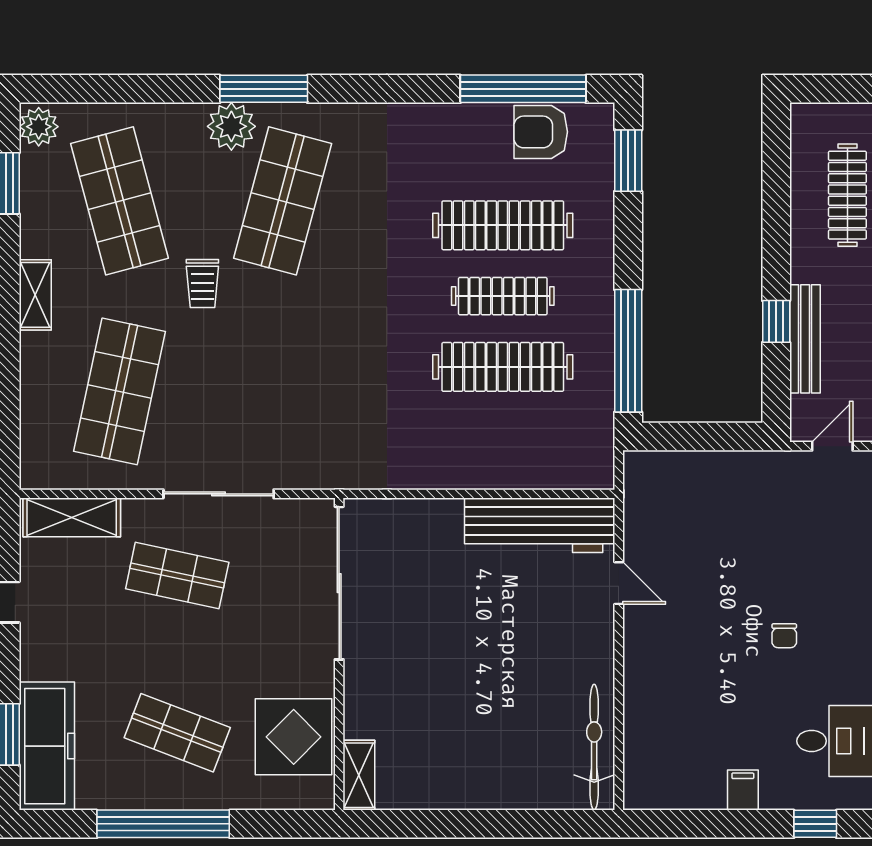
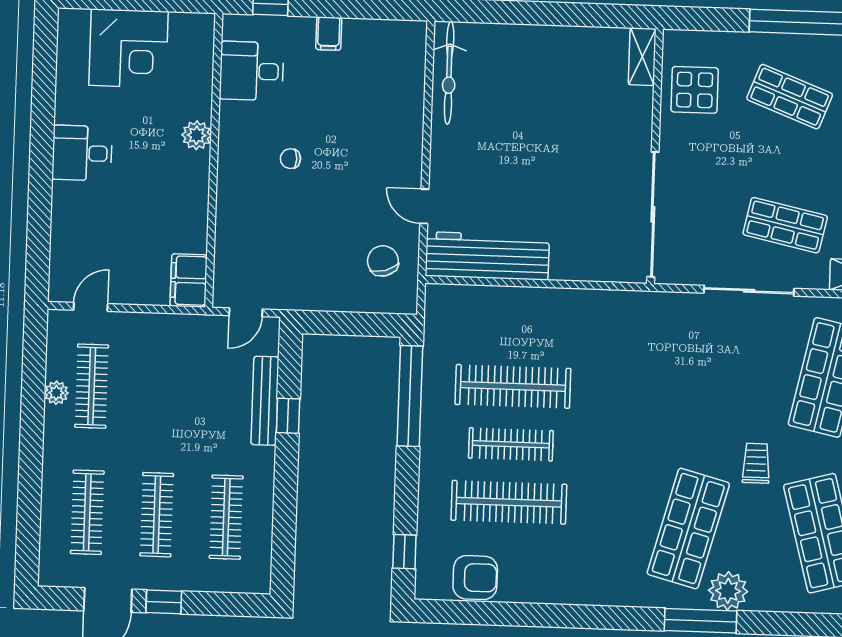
window: (523, 89) -> (488, 613), removed
window: (628, 161) -> (404, 552), width x0.67
chair: (667, 515) -> (383, 261), added
chair: (784, 636) -> (290, 159), turned -90
display table: (294, 737) -> (695, 90), width x0.73, depth x0.73

